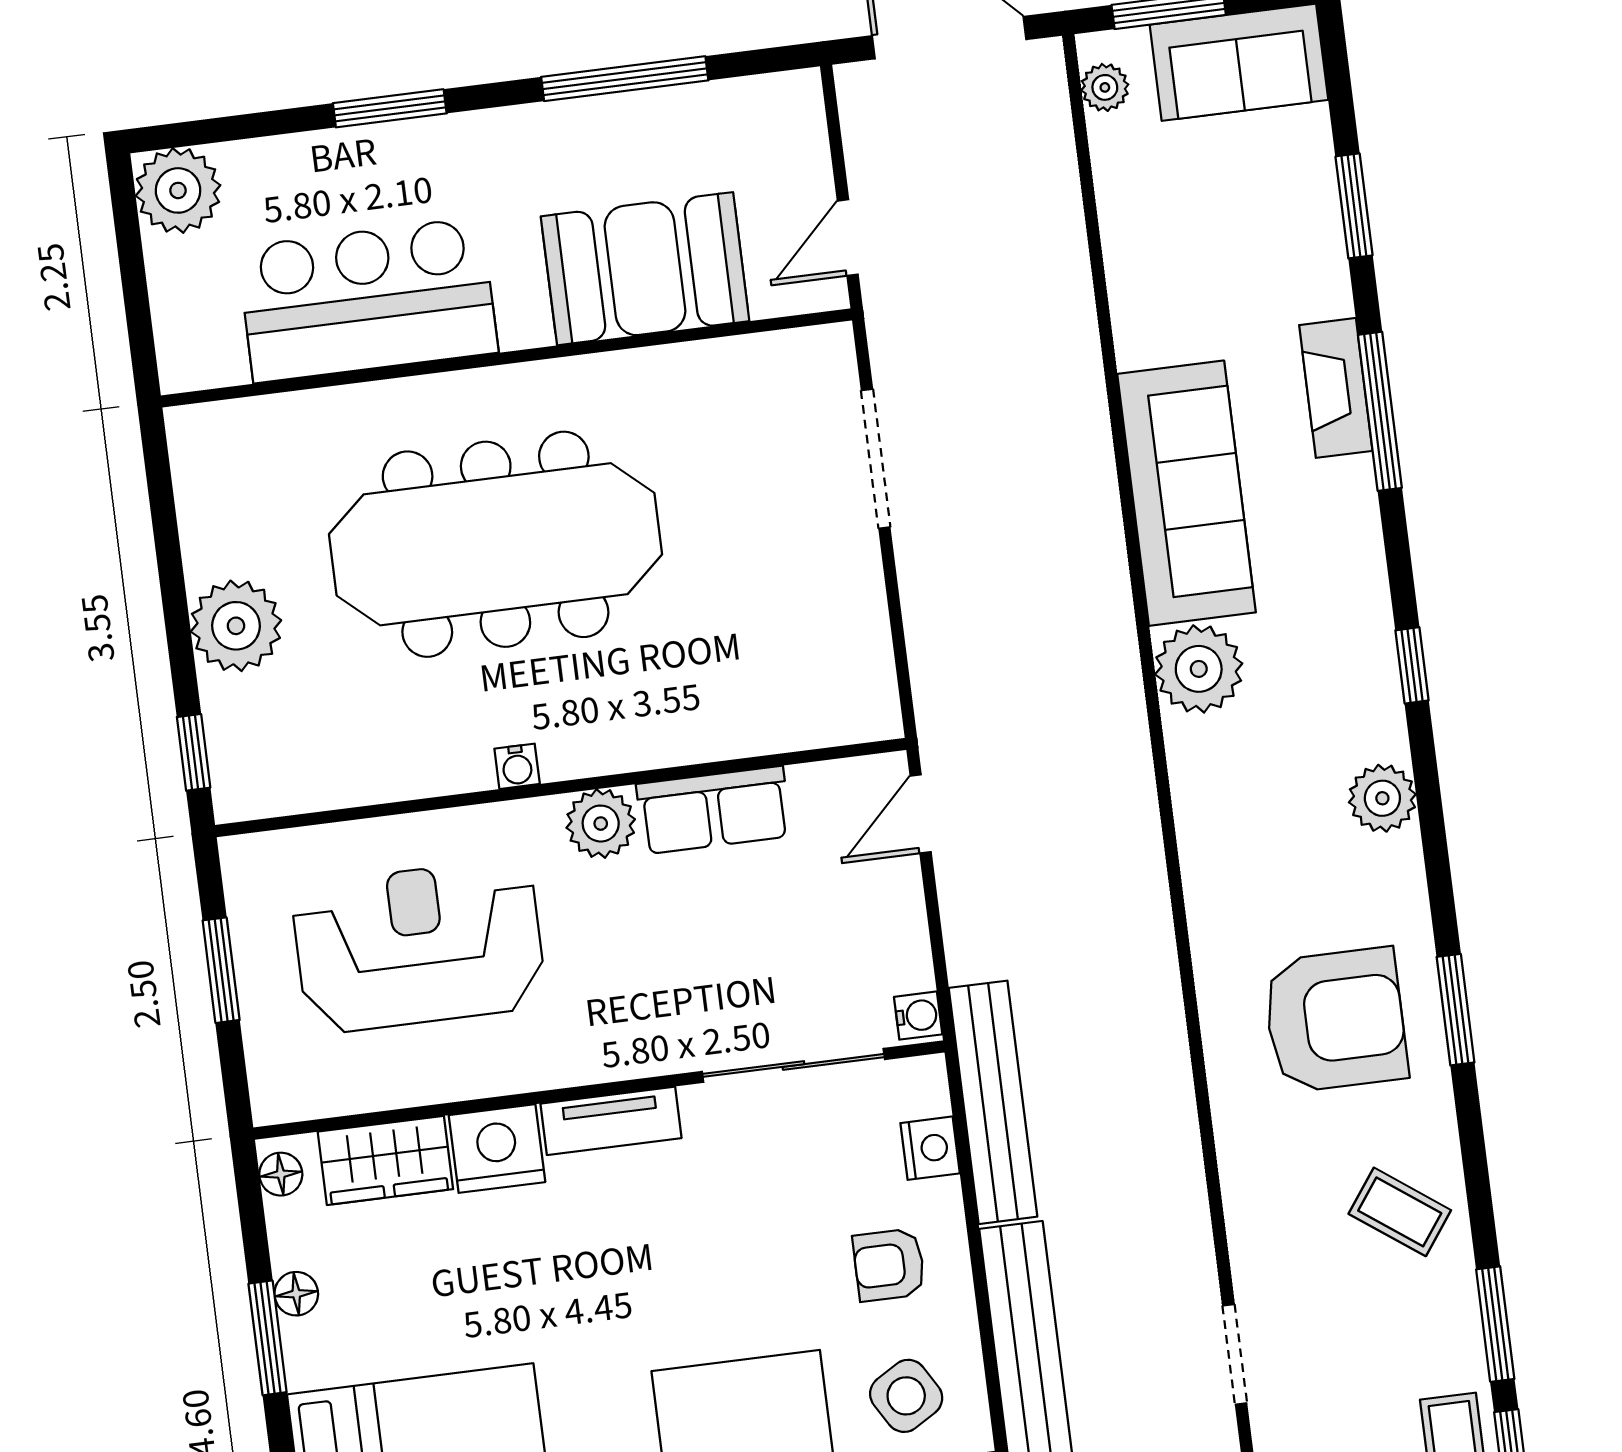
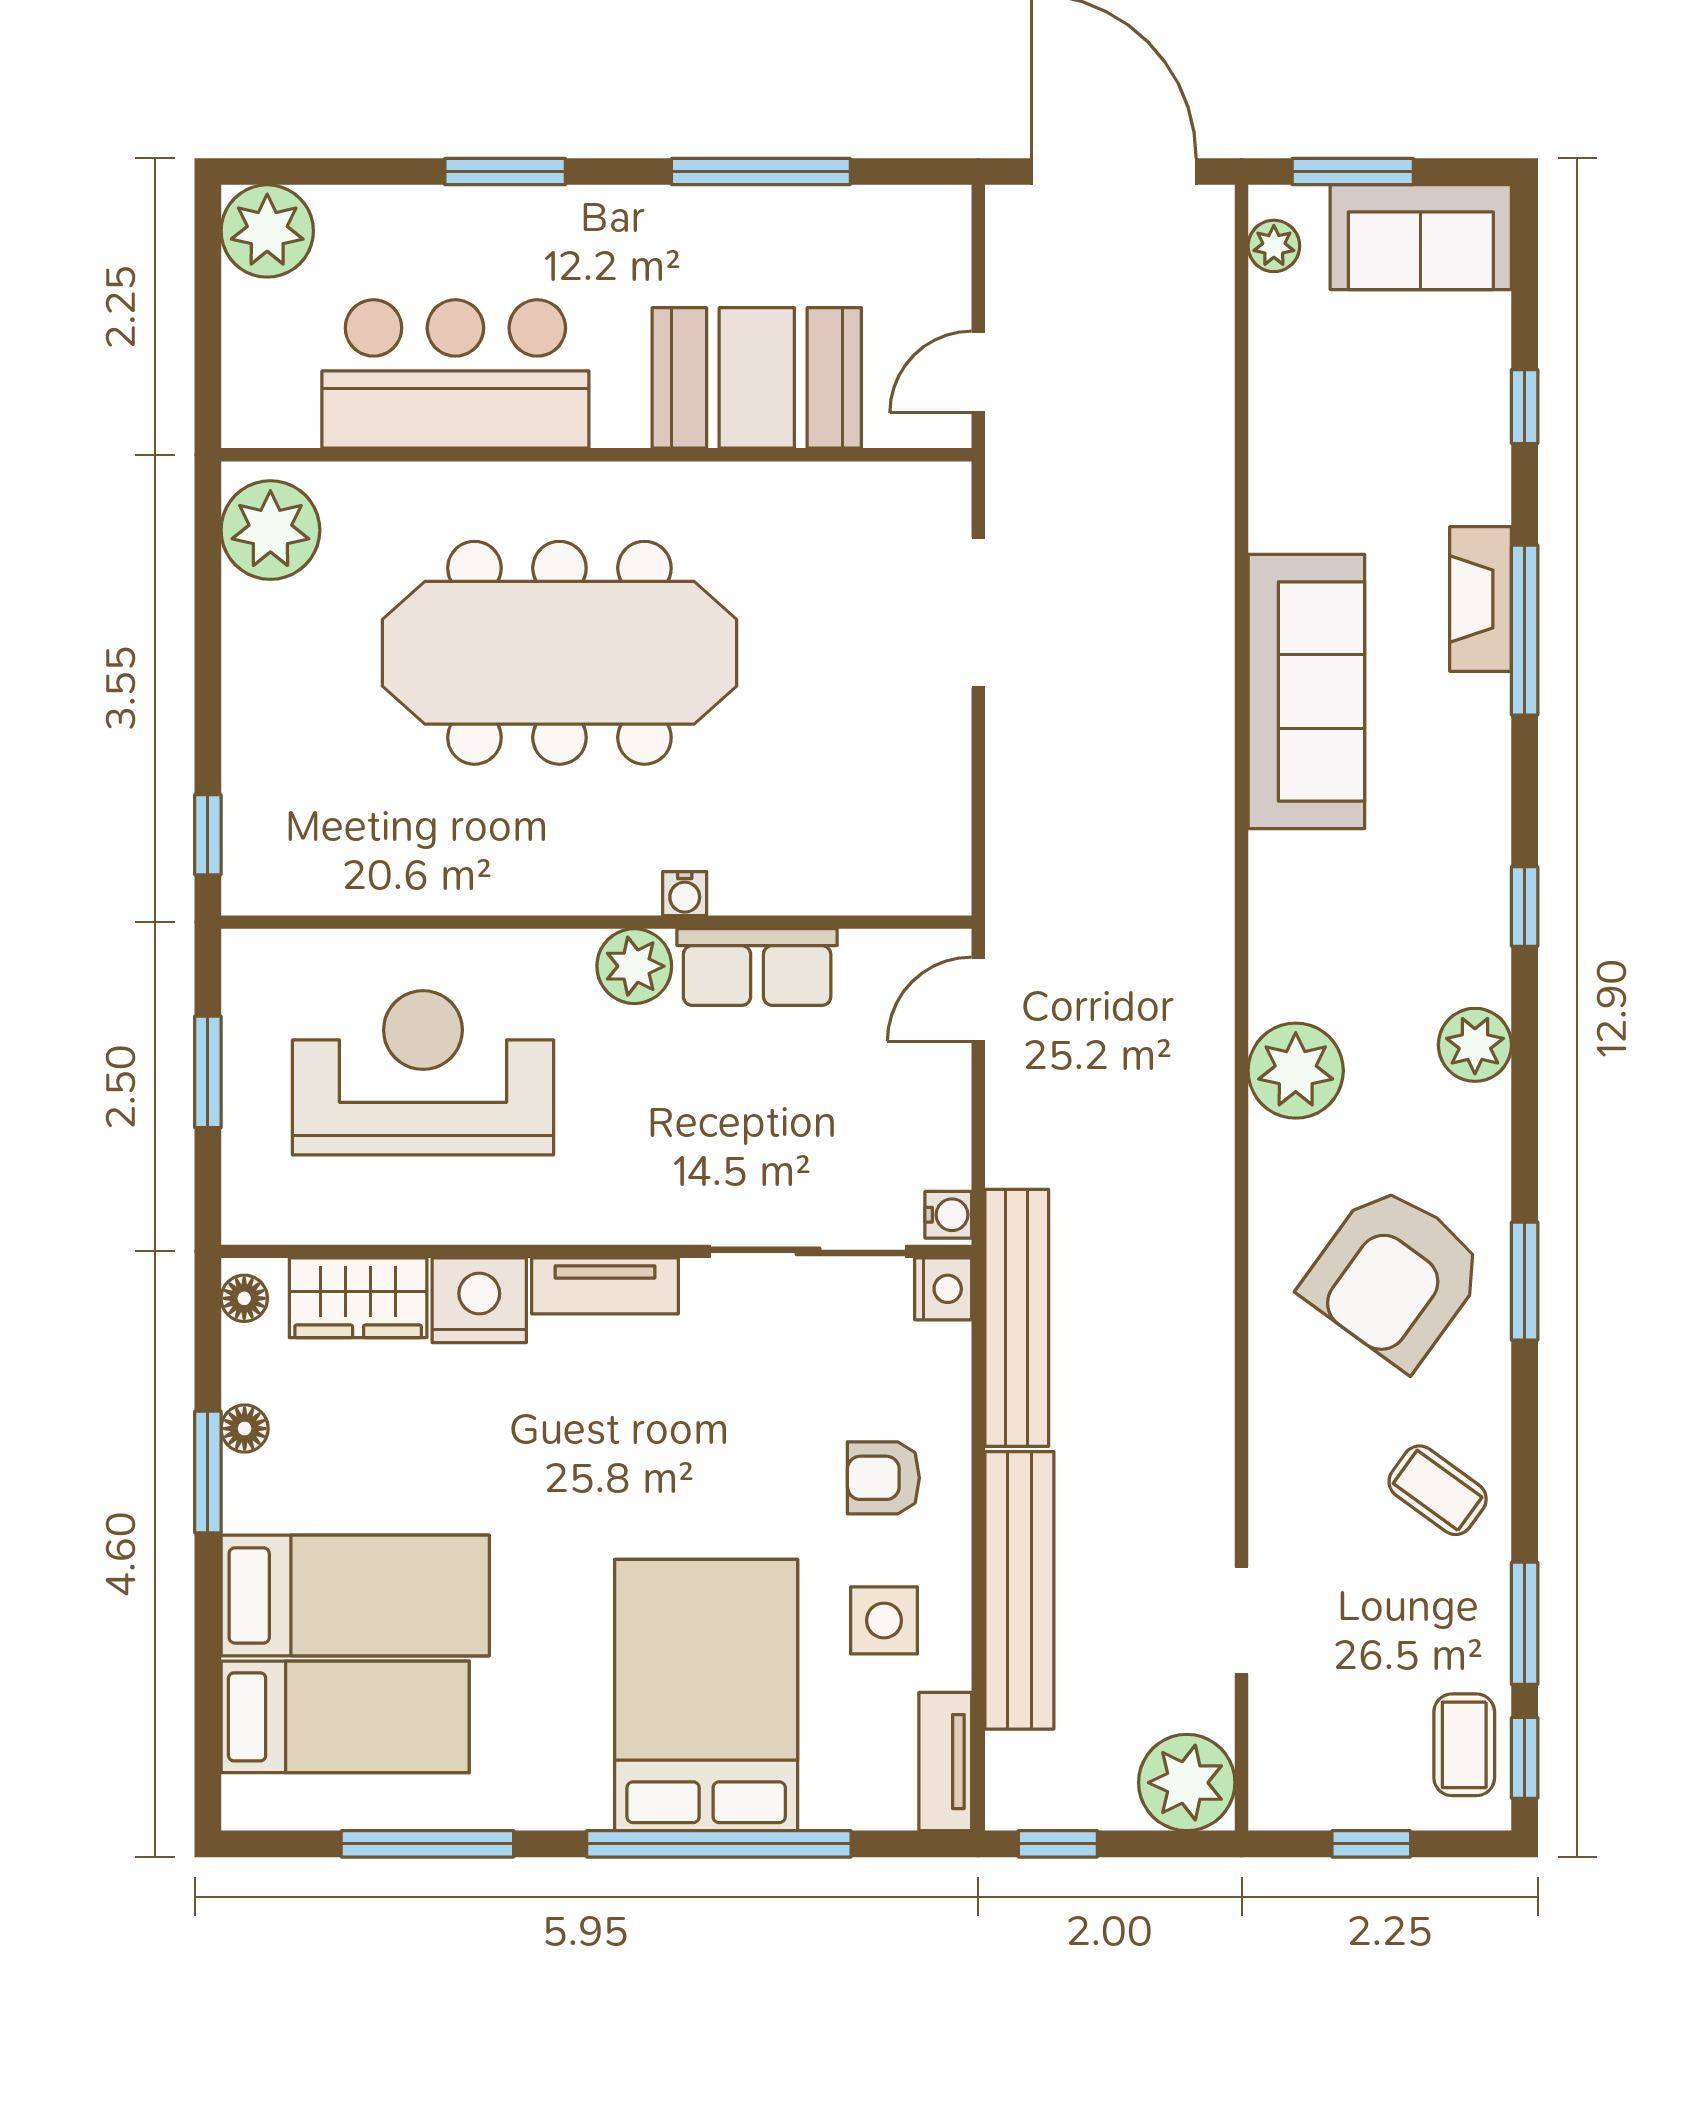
window: (1354, 206) -> (1525, 407), width x0.67
plant: (236, 626) -> (270, 530), moved
plant: (1199, 669) -> (1296, 1071), moved
water cooler: (517, 766) -> (685, 894), moved
armchair: (1335, 1020) -> (1395, 1276), turned 126
nightstand: (930, 1148) -> (943, 1289), moved
side table: (906, 1396) -> (884, 1620), turned 31

